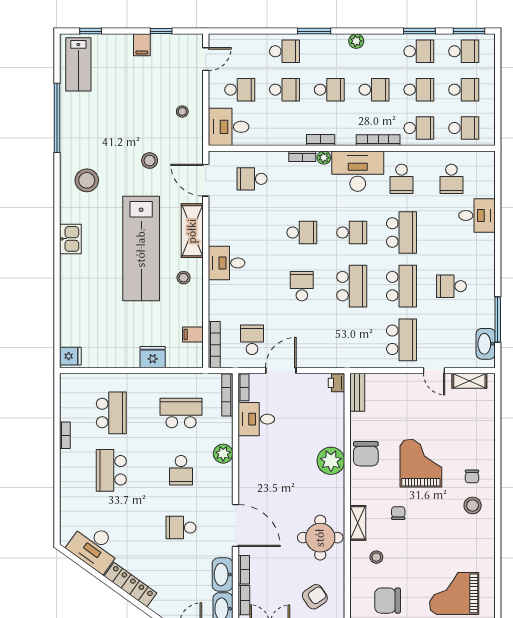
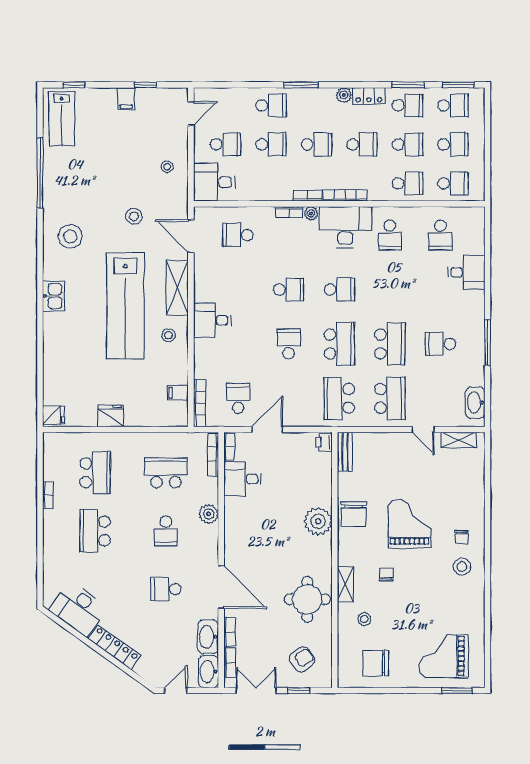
locker: (381, 42) -> (369, 96), added
bookcase: (378, 140) -> (345, 196), moved
school desk: (402, 233) -> (339, 398), moved, turned 180
window: (498, 319) -> (488, 343), moved
fridge: (153, 357) -> (111, 416), moved

